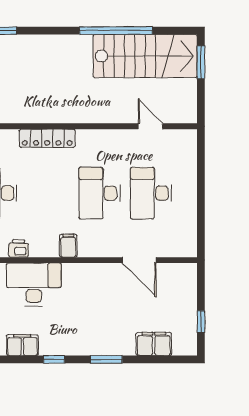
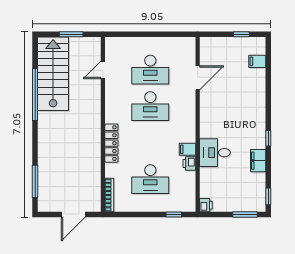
window: (201, 62) -> (71, 34), moved
filing cabinet: (68, 246) -> (188, 149), moved
desk: (34, 284) -> (215, 153), width x0.73
filing cabinet: (154, 344) -> (257, 61), width x0.50
window: (106, 359) -> (268, 101), removed

